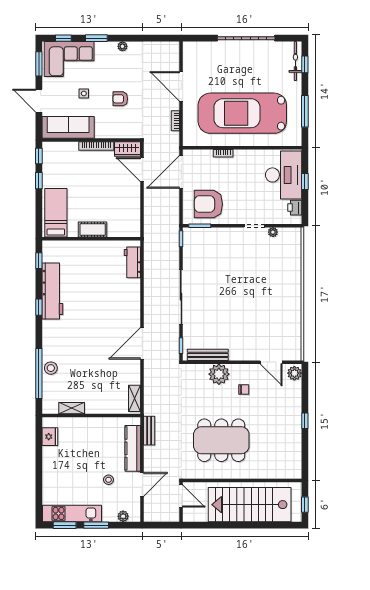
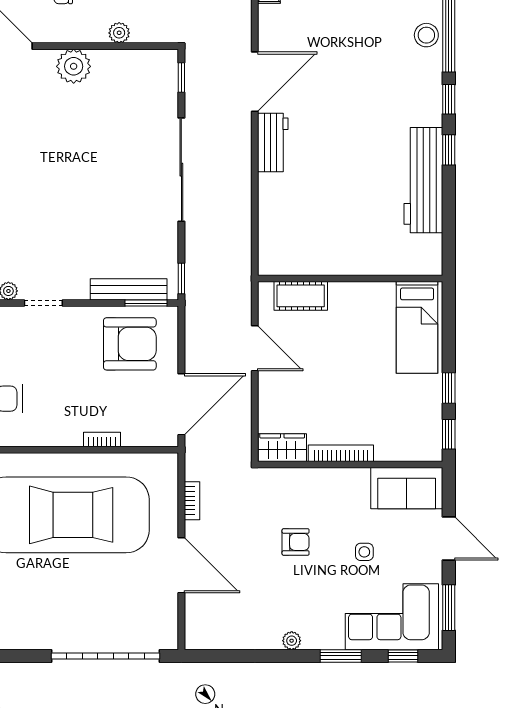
garage door: (246, 38) -> (106, 656), moved
sofa: (68, 127) -> (407, 488), width x0.73
door: (142, 170) -> (255, 348), moved
cot: (93, 229) -> (301, 296), moved
window: (39, 261) -> (449, 99), moved
workbench: (132, 262) -> (273, 143), moved
plant: (238, 352) -> (74, 66), added
bench: (208, 355) -> (129, 289), moved
plant: (219, 374) -> (119, 33), width x0.53, depth x0.53

